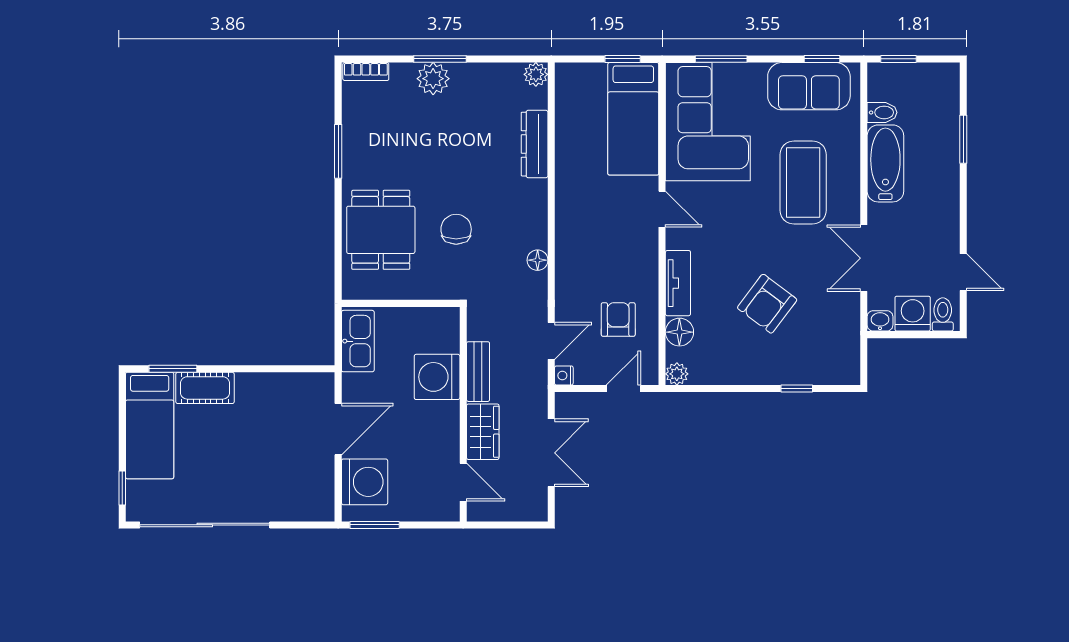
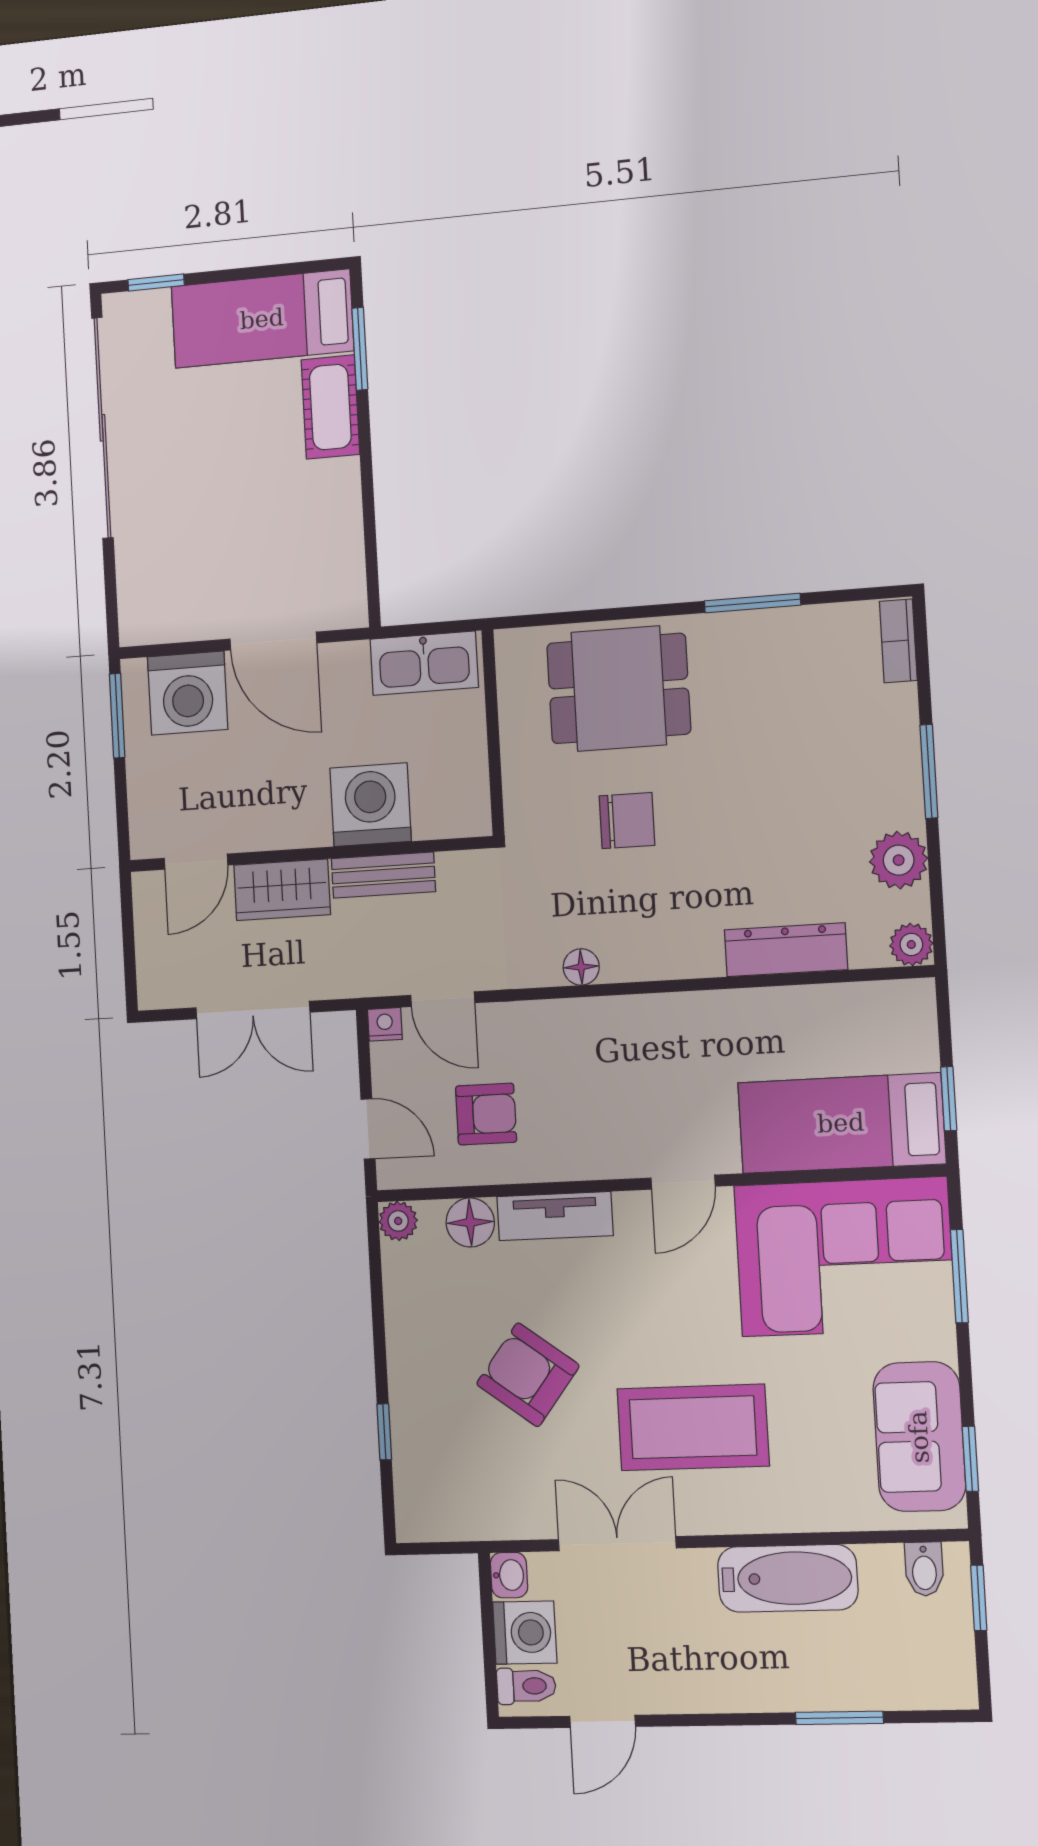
plant: (433, 79) -> (899, 860), moved
bidet: (882, 112) -> (924, 1569), moved
coffee table: (803, 183) -> (693, 1427), moved

